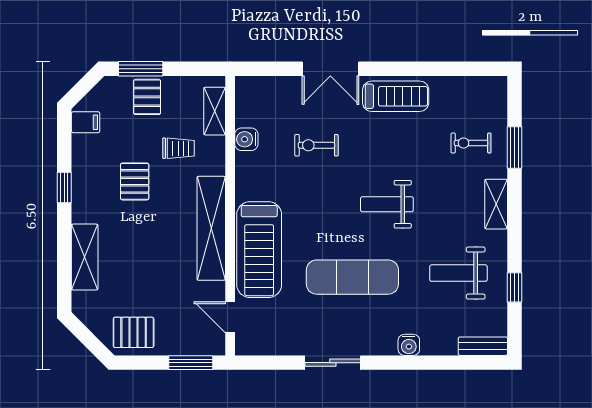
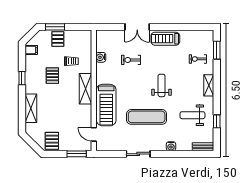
treadmill: (396, 96) -> (165, 39), turned 180
shelving: (215, 111) -> (87, 45), removed
window: (514, 147) -> (217, 50), moved
weight bench: (387, 204) -> (162, 85), turned 90
shelving: (211, 228) -> (86, 89), width x0.68
pallet: (134, 332) -> (52, 141), turned 90

